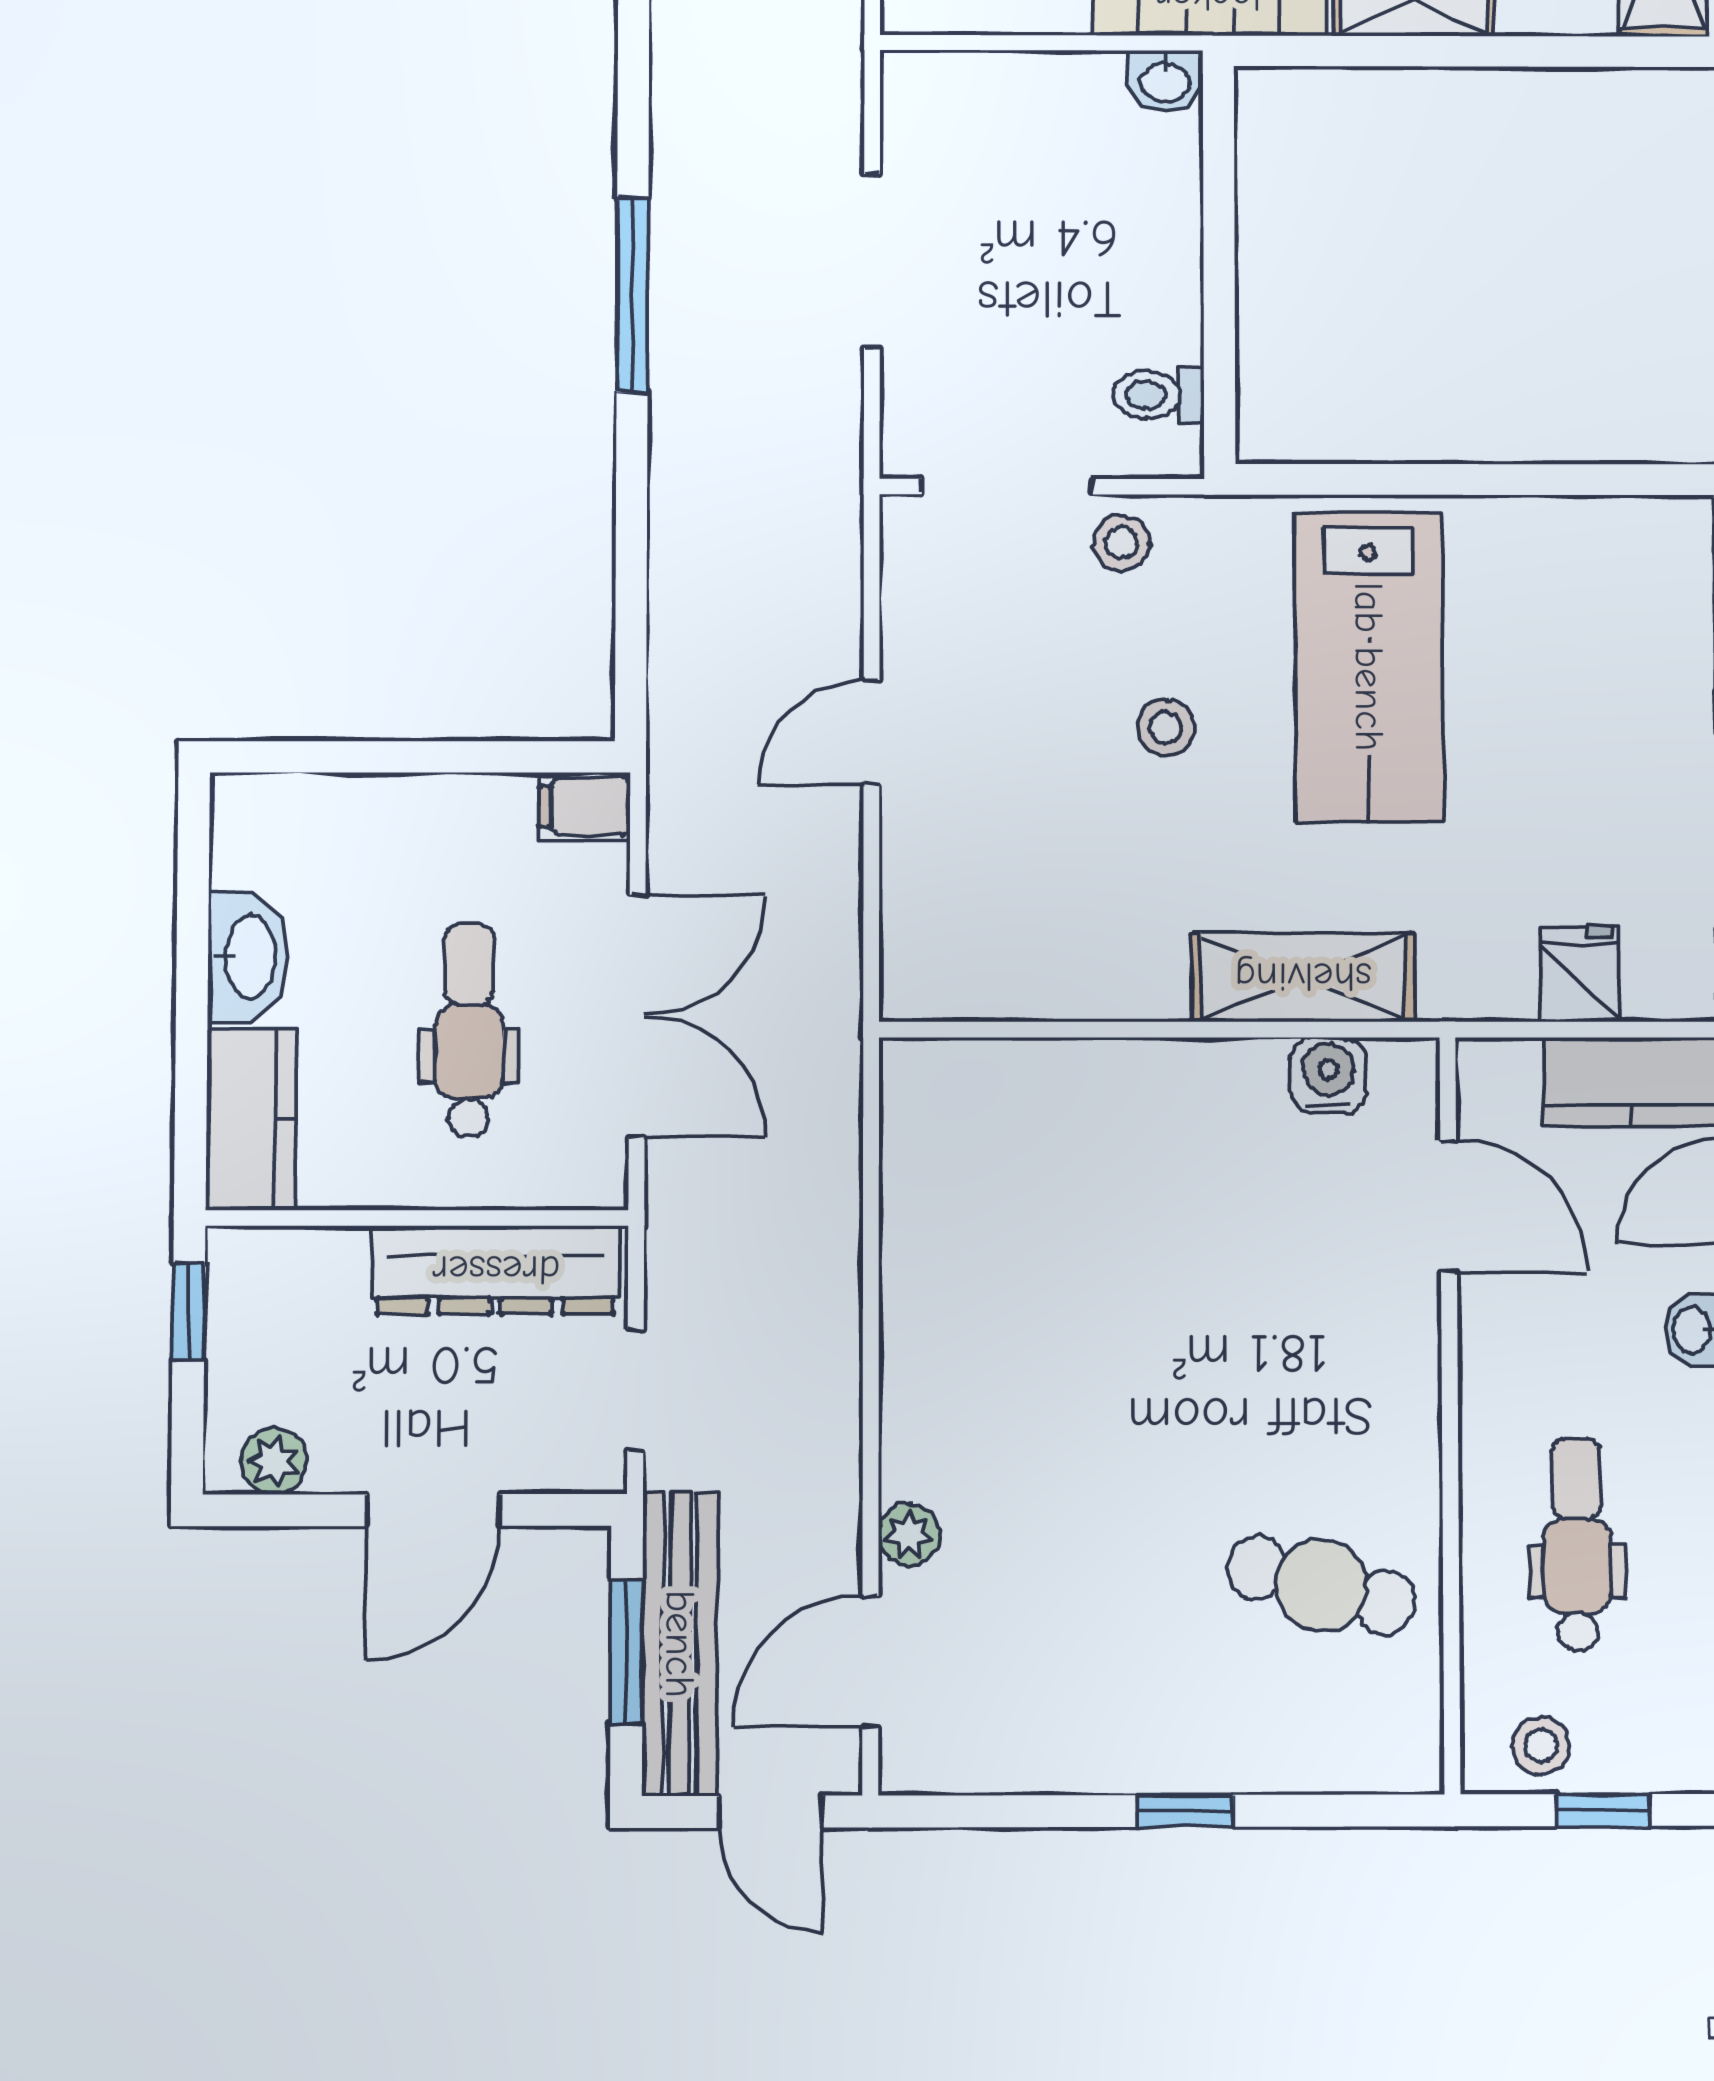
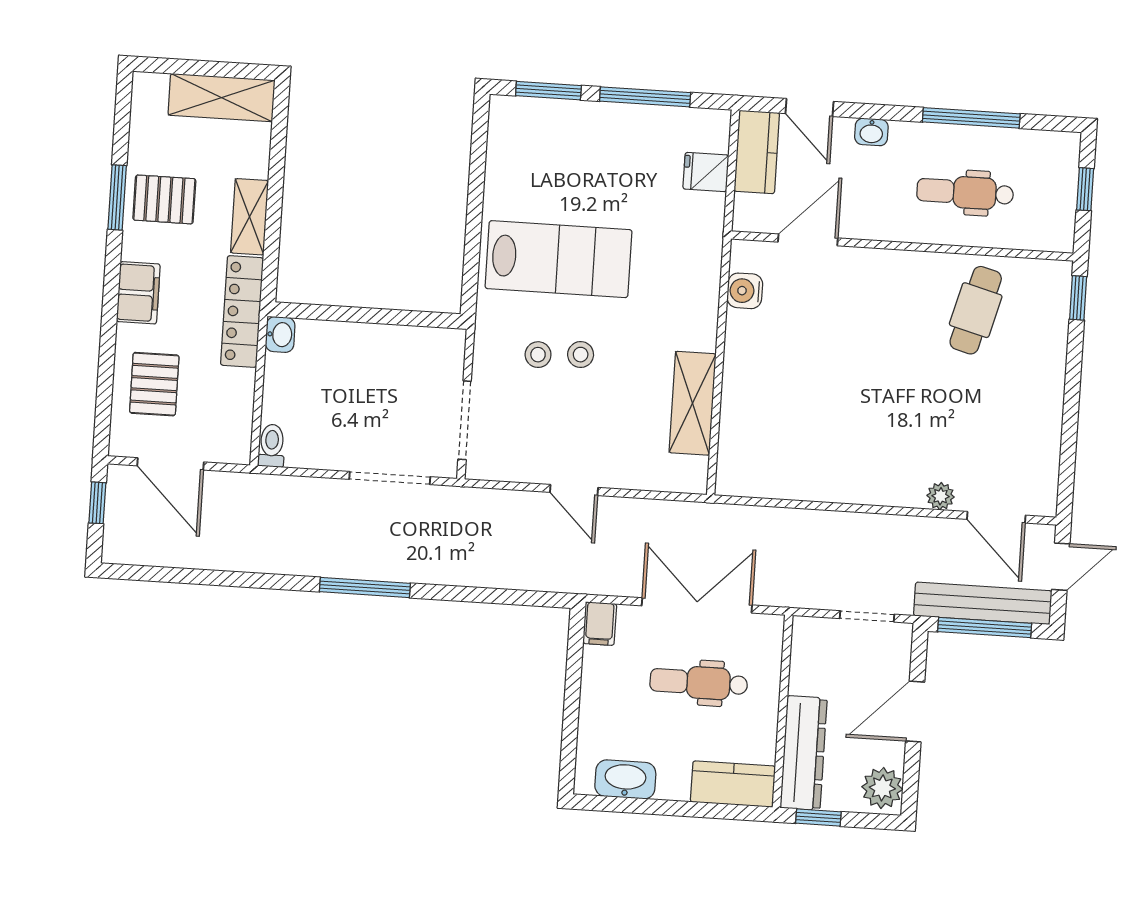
doorway: (872, 261) -> (390, 478), moved
toilet: (1158, 395) -> (272, 446), moved, turned 180
stool: (1121, 543) -> (538, 355), moved
washbasin: (248, 957) -> (625, 779), moved
shelving: (1303, 977) -> (693, 403), moved
dresser: (496, 1270) -> (804, 753), moved
plant: (274, 1461) -> (882, 788), width x1.38, depth x1.38
door: (433, 1510) -> (915, 712), swing flipped
window: (627, 1652) -> (985, 628), width x1.44
stool: (1541, 1746) -> (1054, 215), removed
window: (1185, 1811) -> (1078, 298), moved

